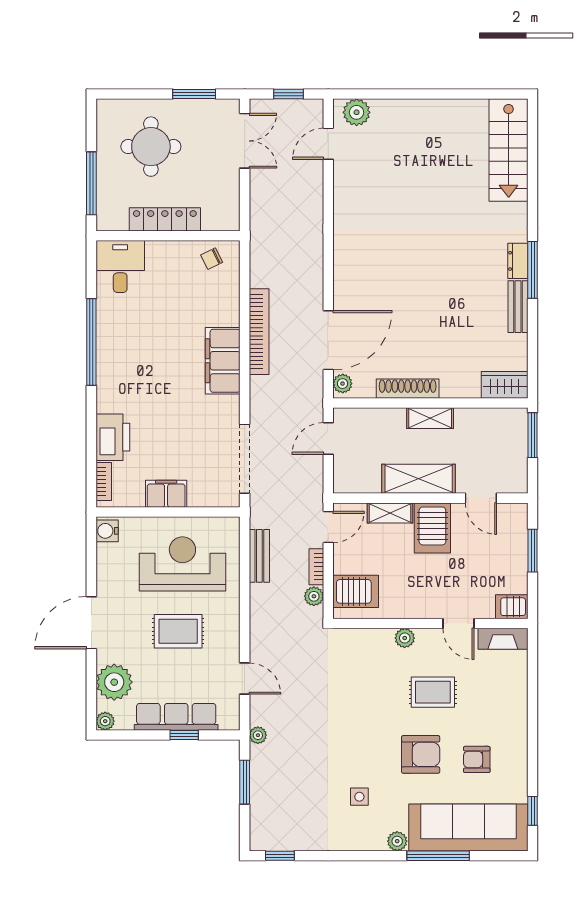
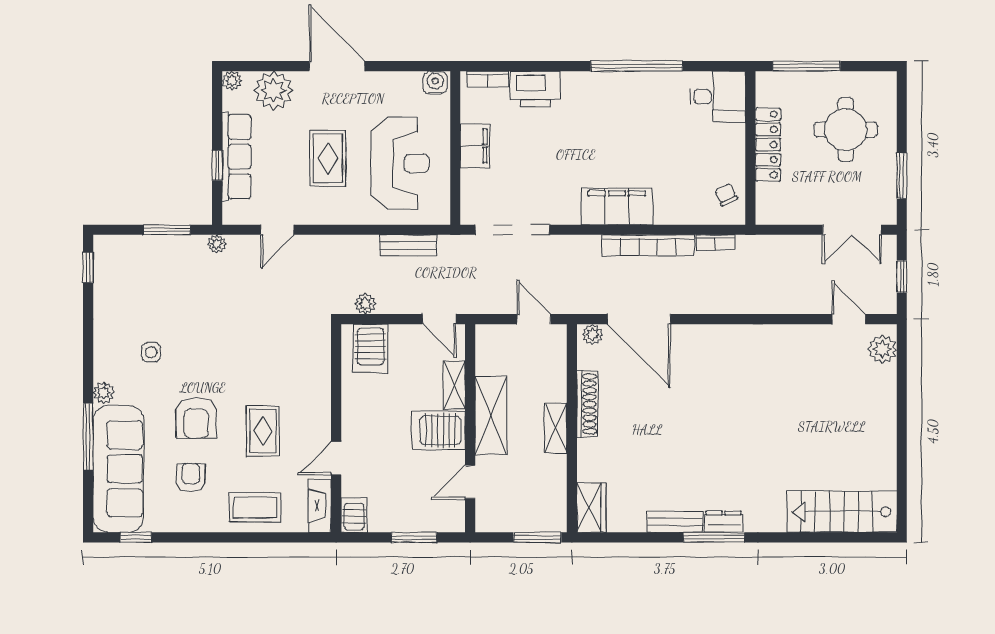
bookcase: (316, 567) -> (715, 242), moved, turned 180
plant: (405, 638) -> (321, 401), removed
coffee table: (504, 699) -> (255, 507), added

